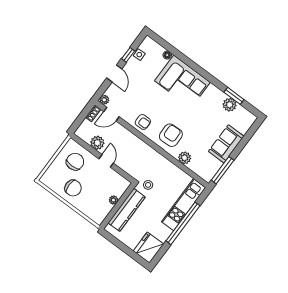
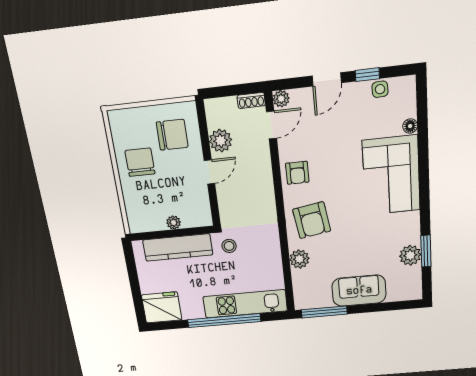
door: (111, 114) -> (272, 125), swing flipped
armchair: (171, 135) -> (312, 220), turned 83
chair: (73, 188) -> (140, 162), turned 180

